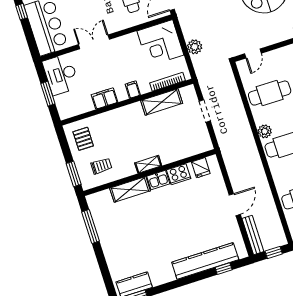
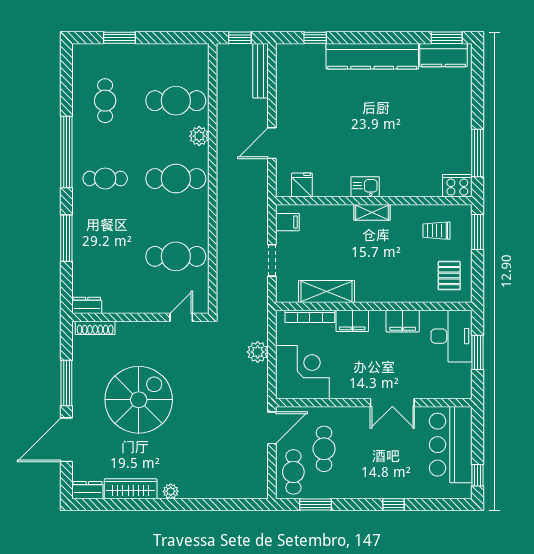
desk: (61, 74) -> (451, 336), moved
filing cabinet: (133, 90) -> (352, 321), width x2.00
plant: (265, 131) -> (199, 136), moved
filing cabinet: (203, 140) -> (287, 222), added
cooker: (179, 174) -> (457, 186), moved
shelving: (130, 189) -> (408, 186), removed
door: (235, 205) -> (272, 143), moved
kitchen counter: (205, 261) -> (372, 56), moved

